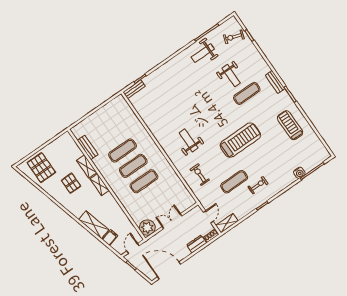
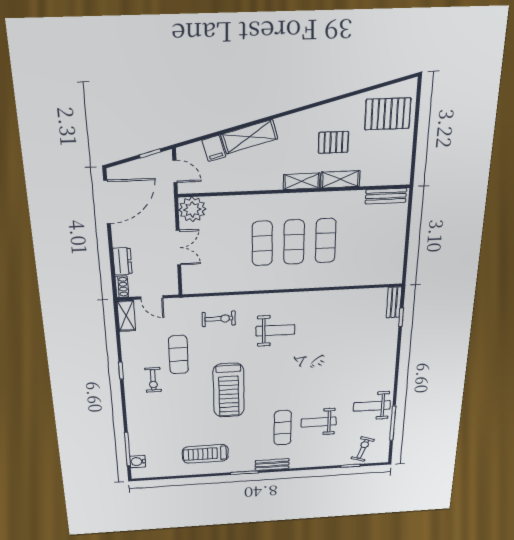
weight bench: (203, 53) -> (372, 406), turned -90
treadmill: (290, 125) -> (205, 454), turned 180
bench: (88, 147) -> (386, 196), moved
water cooler: (299, 173) -> (138, 461), moved

